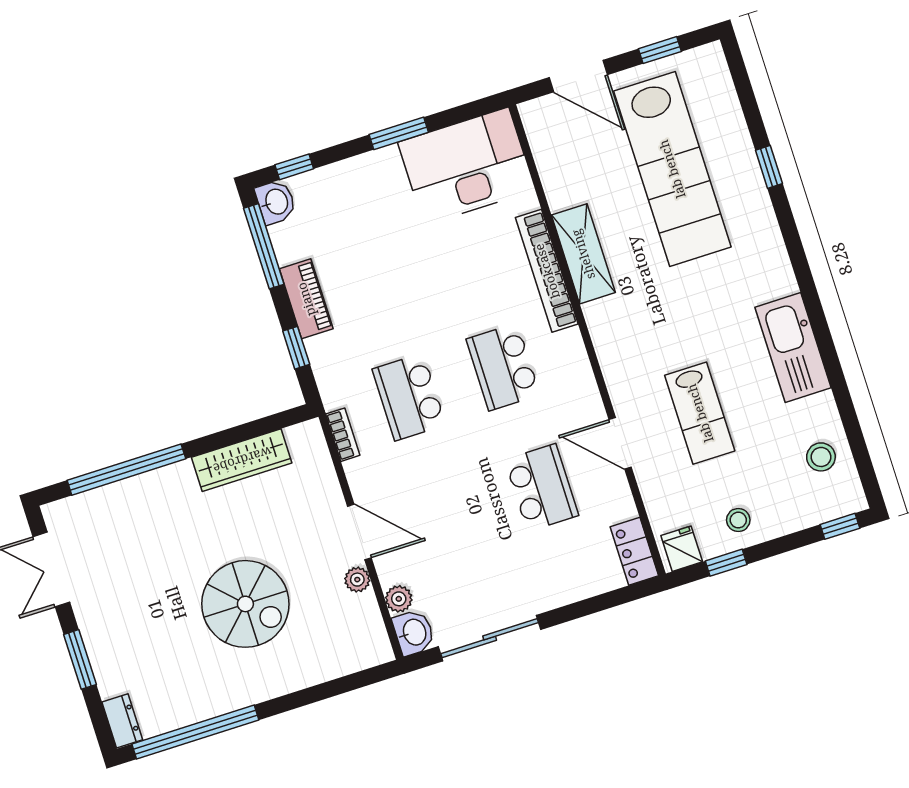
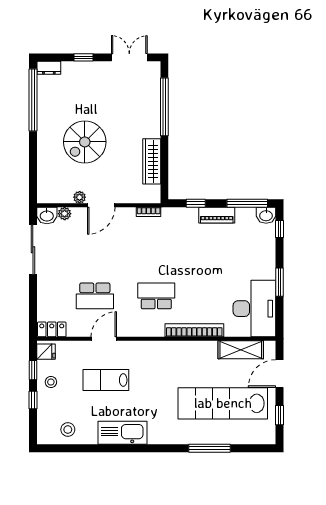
window: (769, 167) -> (210, 448), width x2.17
shelving: (583, 254) -> (241, 350), moved
school desk: (409, 397) -> (156, 248), removed
window: (840, 526) -> (33, 400), moved
window: (80, 659) -> (84, 57), width x0.67

